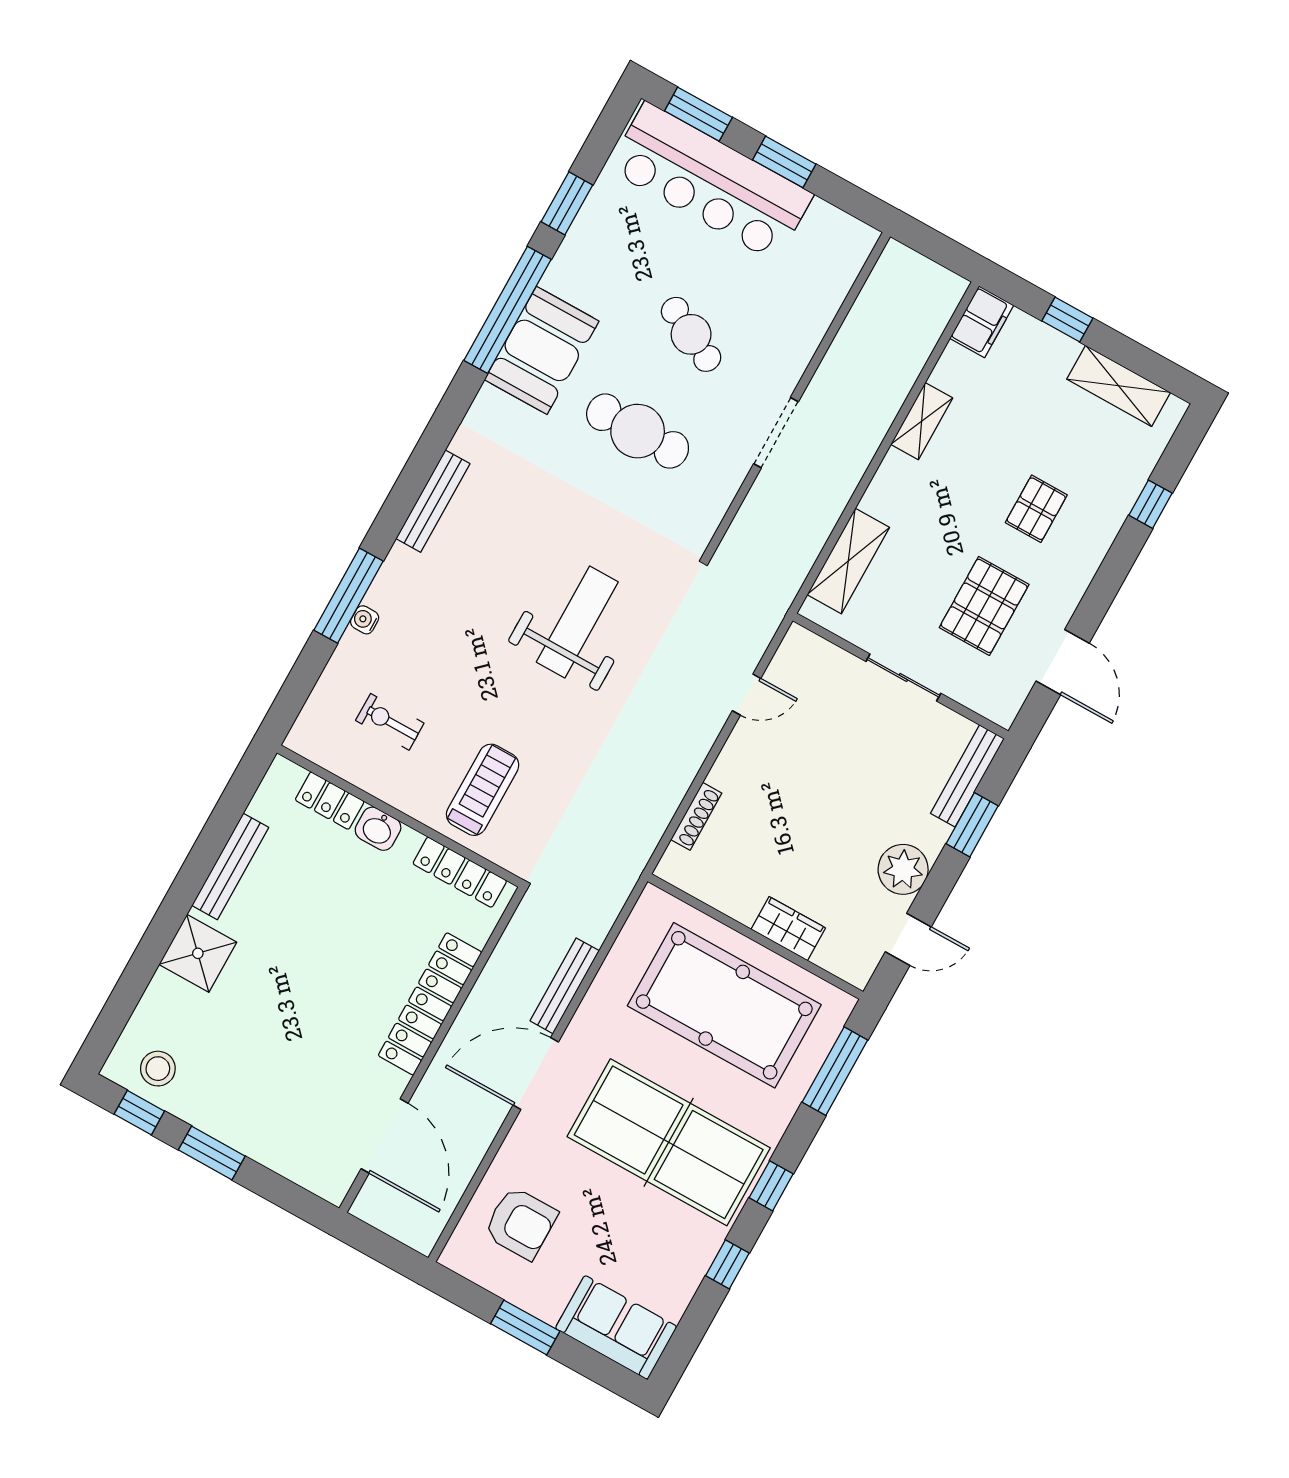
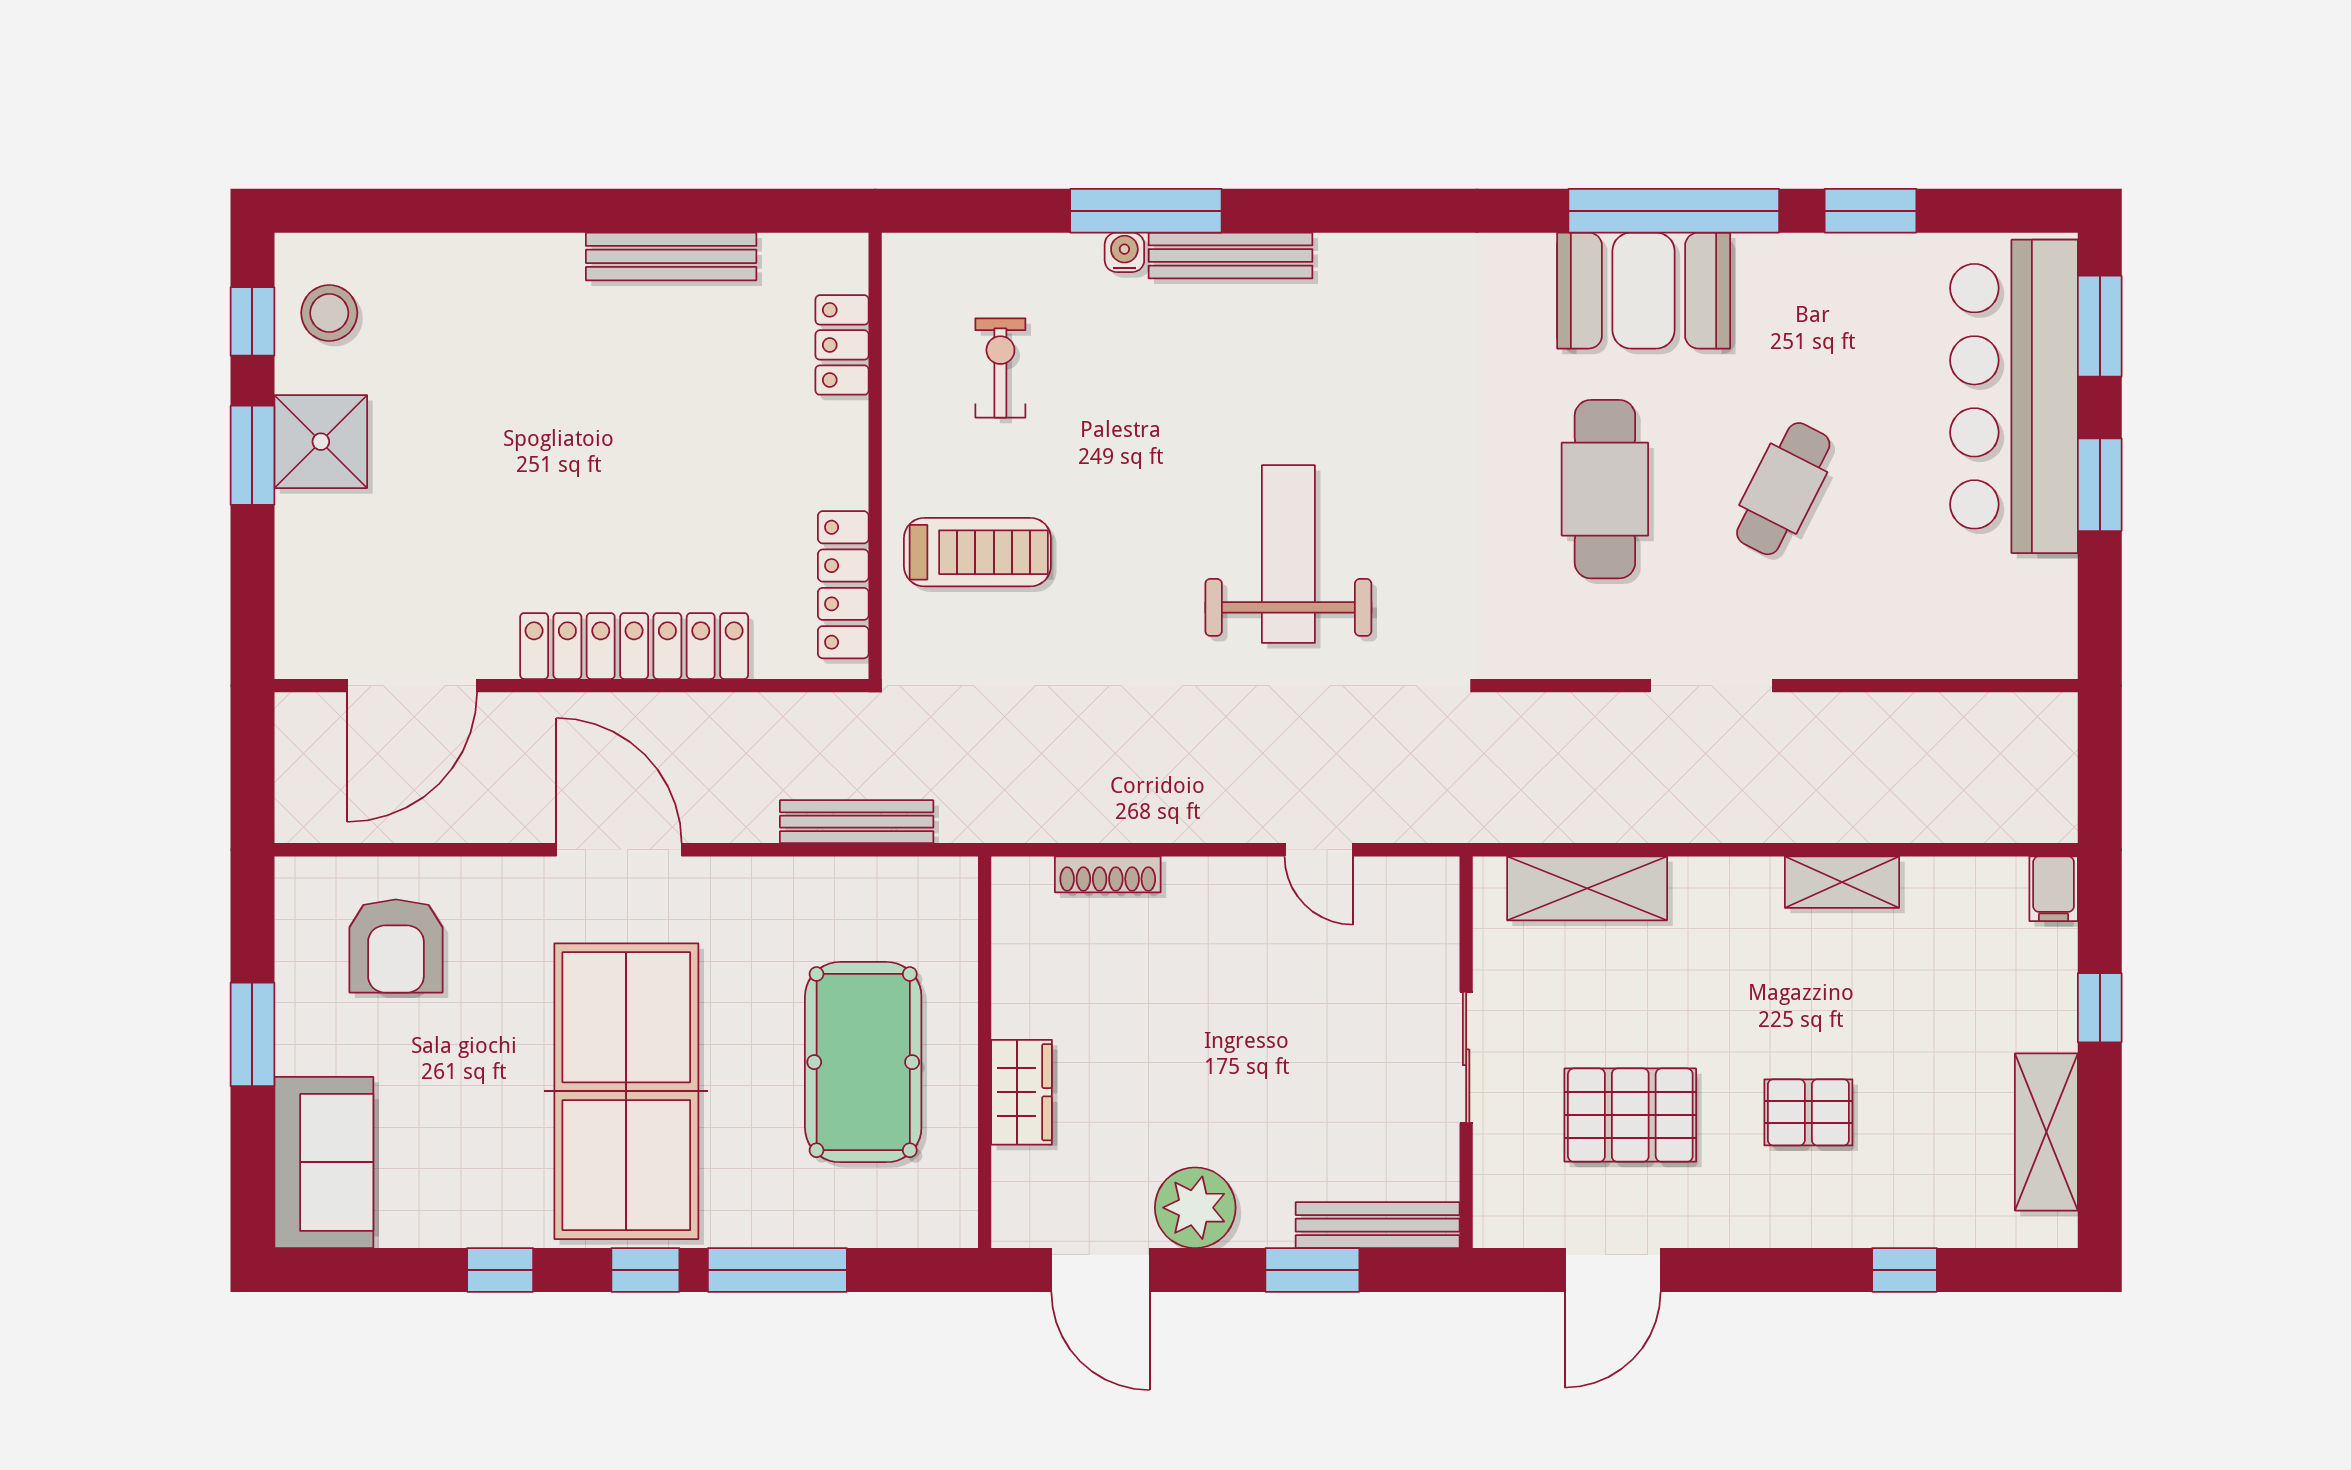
filing cabinet: (982, 322) -> (2054, 889), width x0.50
bench: (433, 501) -> (1231, 255), moved
weight bench: (577, 622) -> (1288, 554), turned -90
washbasin: (378, 829) -> (840, 435), removed
door: (908, 939) -> (1100, 1270), width x1.38
shower: (198, 953) -> (321, 442), moved
bench: (565, 986) -> (857, 822), moved
pool table: (724, 1005) -> (863, 1062), width x0.73, depth x0.76
window: (835, 1071) -> (777, 1270), moved

